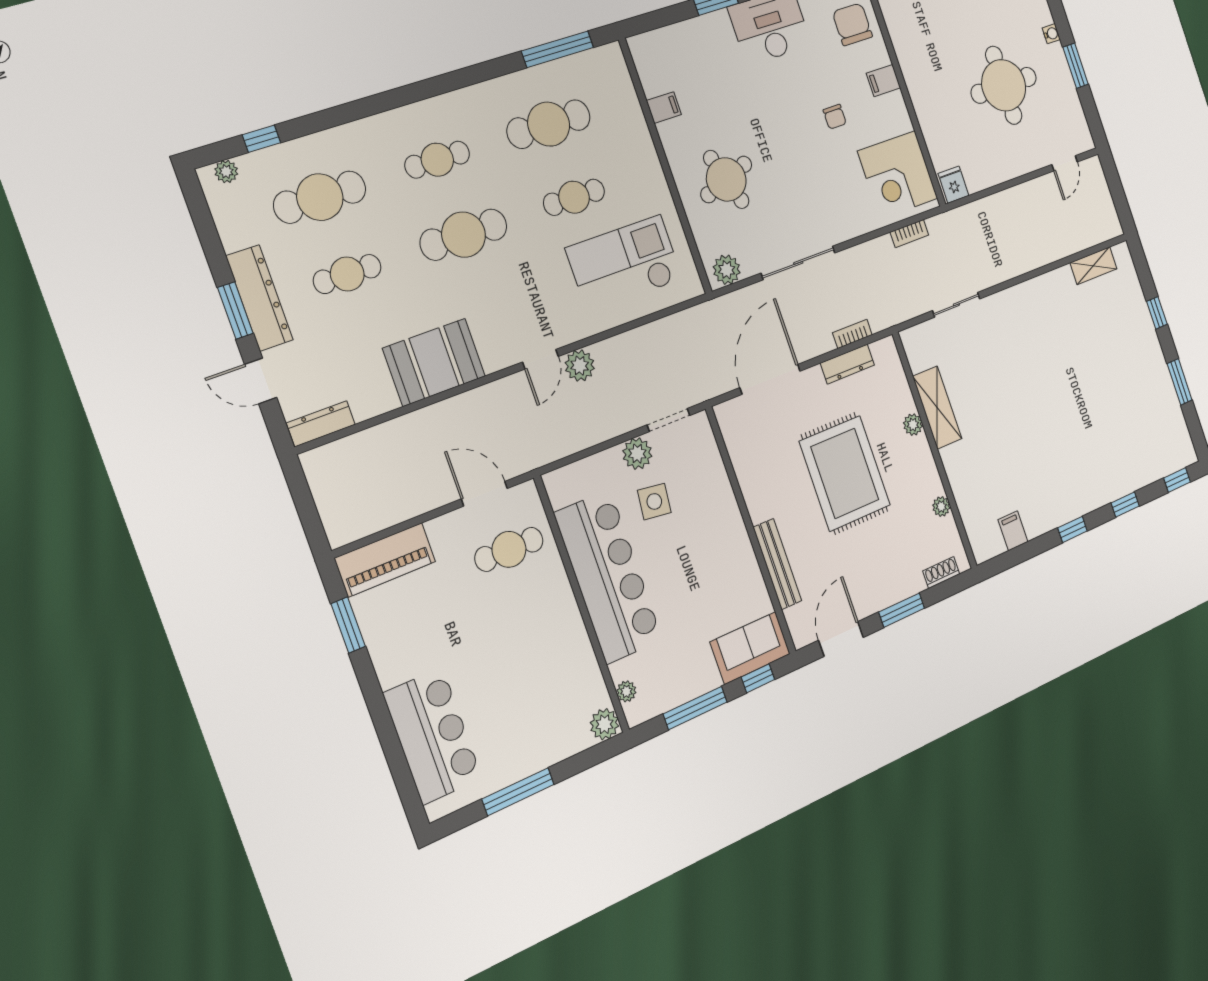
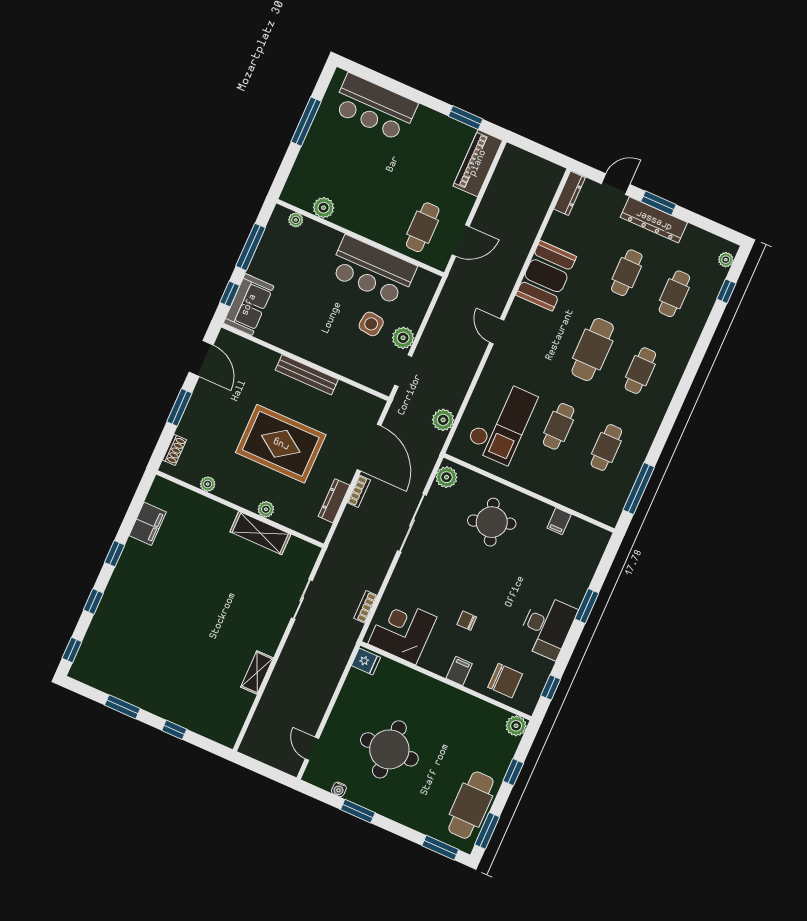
water cooler: (1051, 34) -> (339, 789), moved
cafe table: (549, 124) -> (606, 447), width x0.73, depth x0.74
cafe table: (320, 197) -> (674, 294), width x0.73, depth x0.74
shelving: (1094, 266) -> (257, 672), moved
bookcase: (852, 334) -> (359, 491), moved
plant: (580, 366) -> (443, 420), moved
filing cabinet: (1013, 531) -> (148, 524), width x2.00
bench: (777, 564) -> (307, 375), moved
bar counter: (608, 577) -> (373, 270), width x0.73
plant: (605, 724) -> (324, 208), moved

